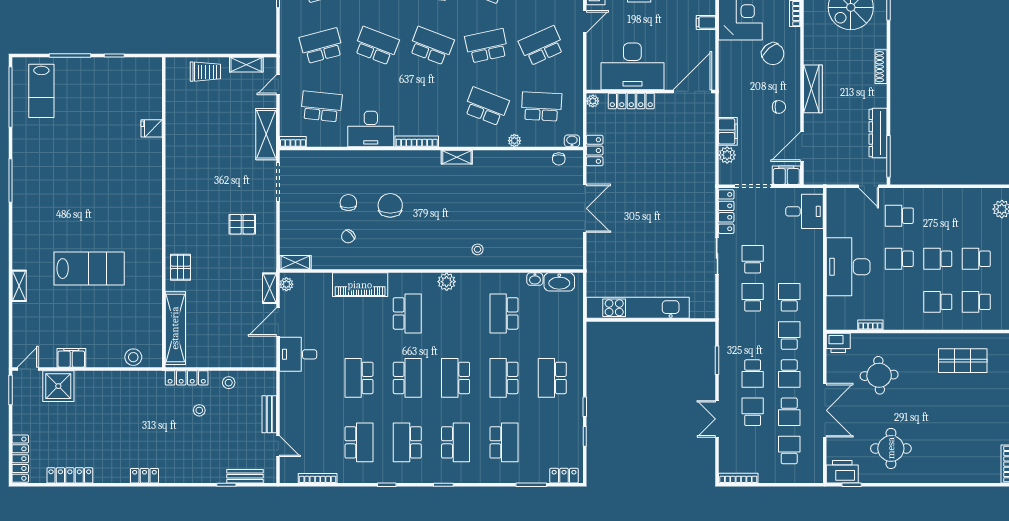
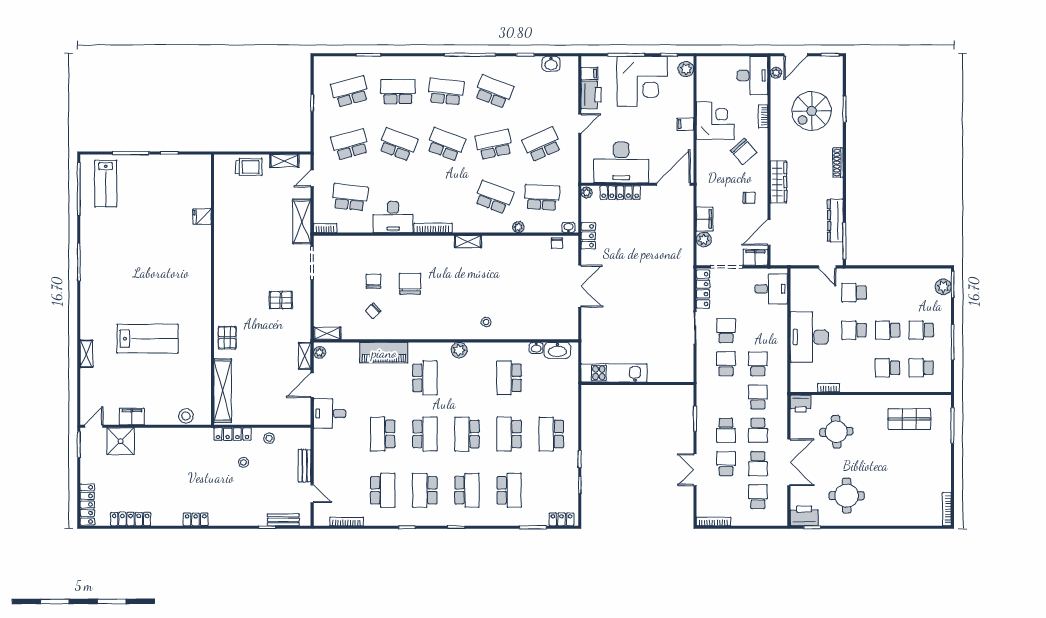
kitchen unit: (638, 308) -> (614, 373), width x0.73

